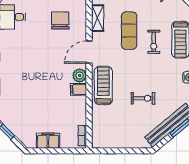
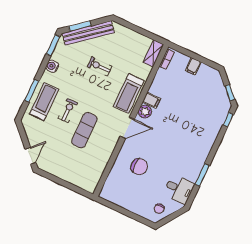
shelving: (98, 18) -> (153, 53), moved
chair: (60, 20) -> (139, 167), turned -90
filing cabinet: (48, 141) -> (193, 66), width x0.50

